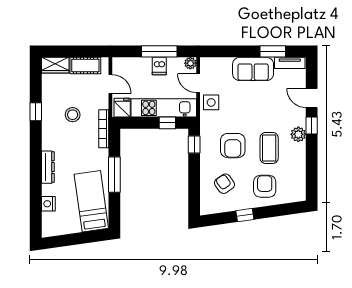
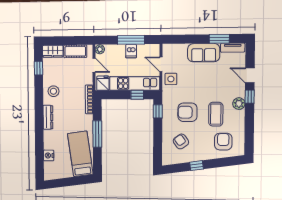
plant: (190, 63) -> (100, 49), moved
window: (36, 112) -> (39, 68), moved
stool: (73, 115) -> (53, 91), moved
armchair: (233, 146) -> (187, 112), turned 90
dresser: (48, 167) -> (48, 117), moved
armchair: (265, 186) -> (223, 142), moved

